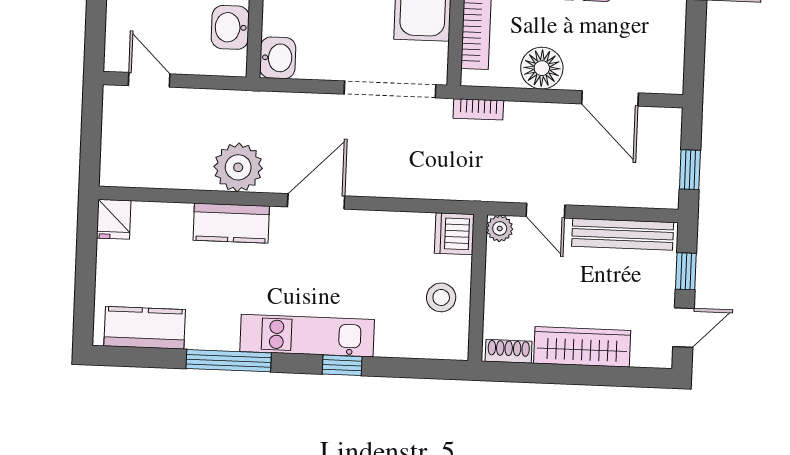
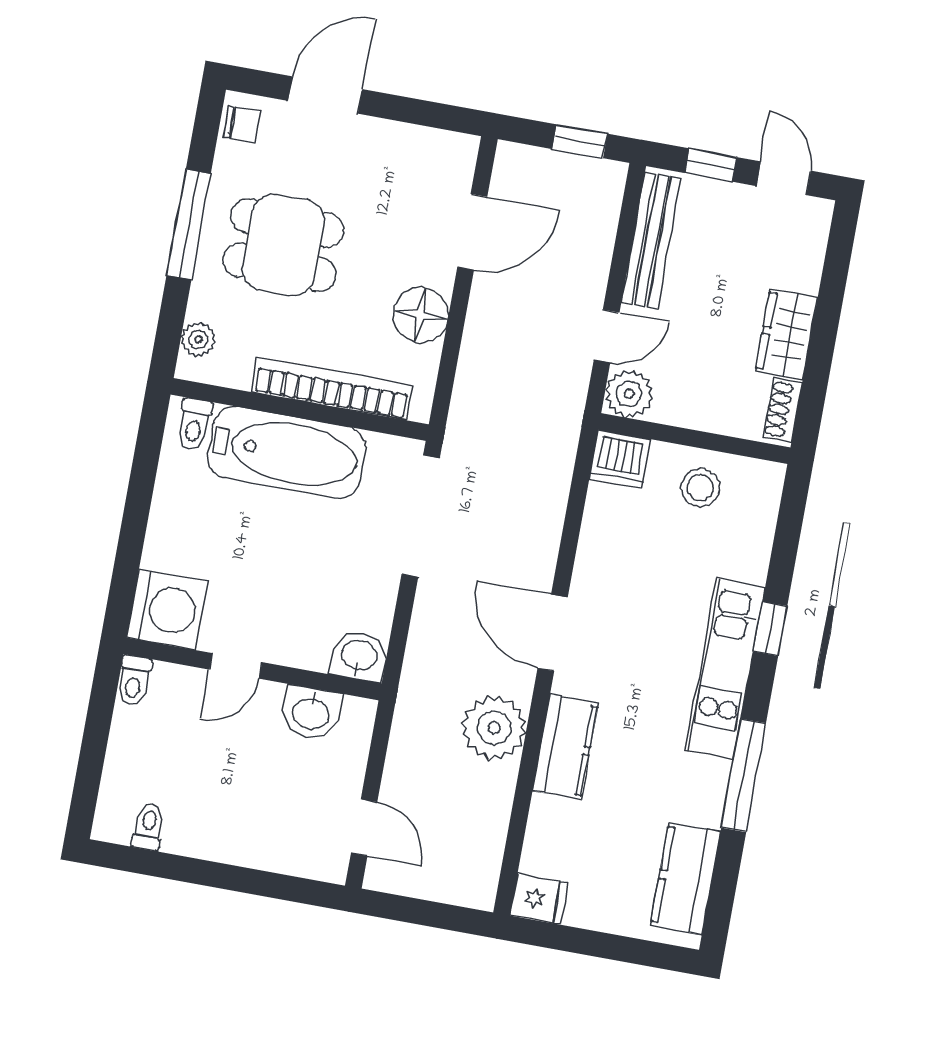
door: (149, 80) -> (364, 827), swing flipped
bookcase: (478, 109) -> (463, 405), removed
plant: (500, 228) -> (629, 394), width x1.38, depth x1.38
wardrobe: (582, 347) -> (786, 334), width x0.67

